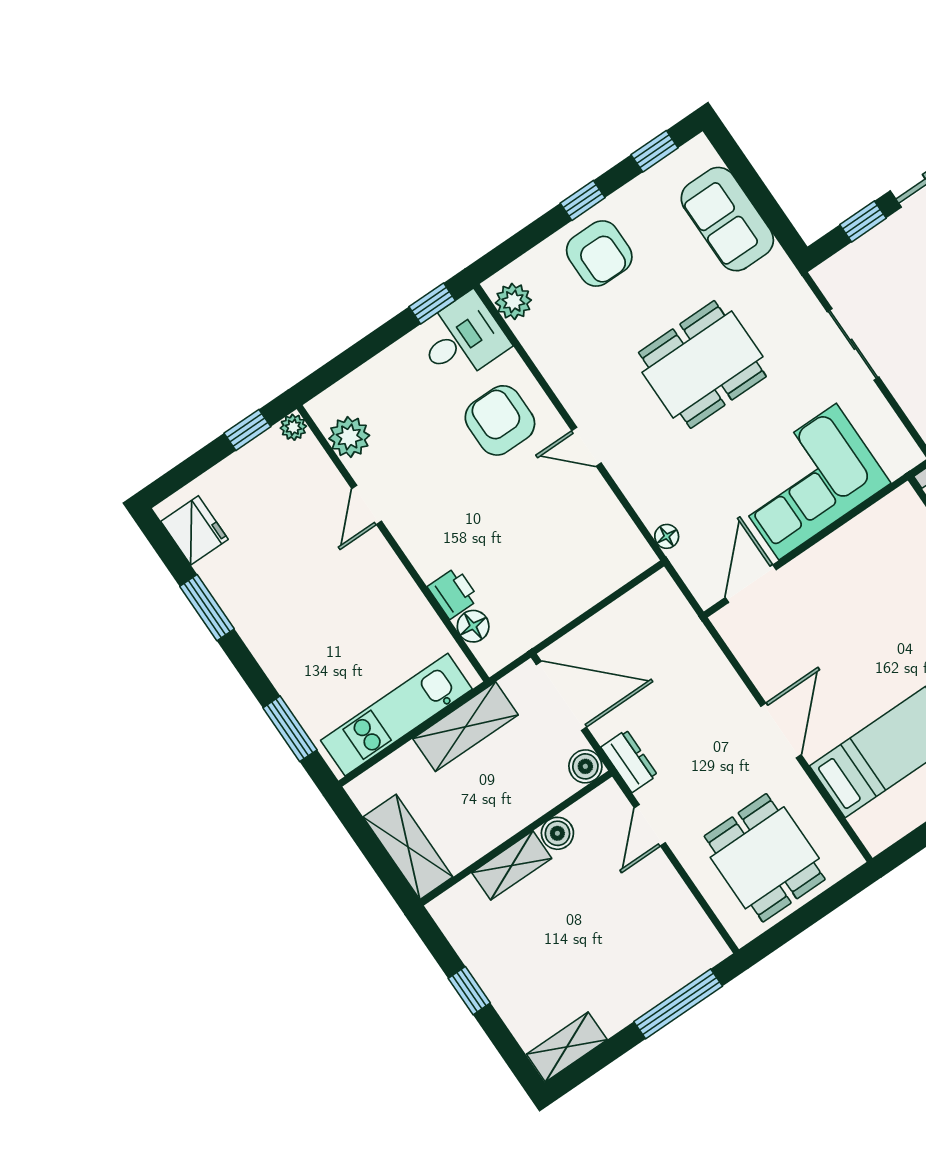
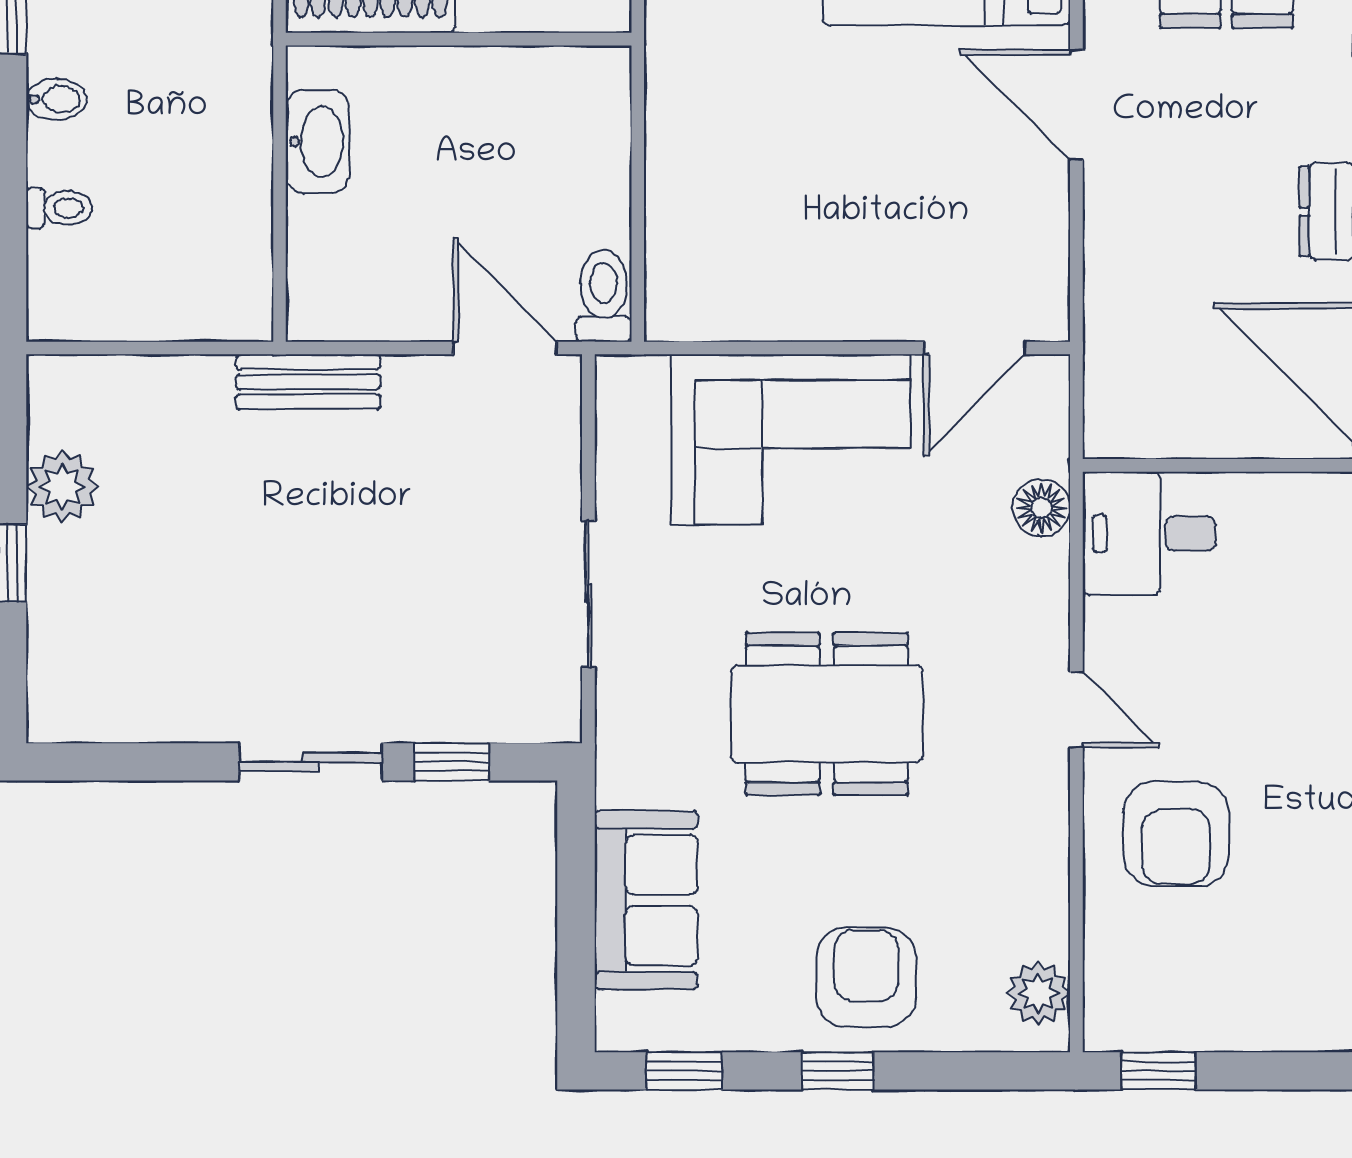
desk: (462, 338) -> (1149, 533), moved
floor lamp: (667, 536) -> (1042, 508), width x1.37, depth x1.37
door: (781, 731) -> (1076, 105), hinge flipped

